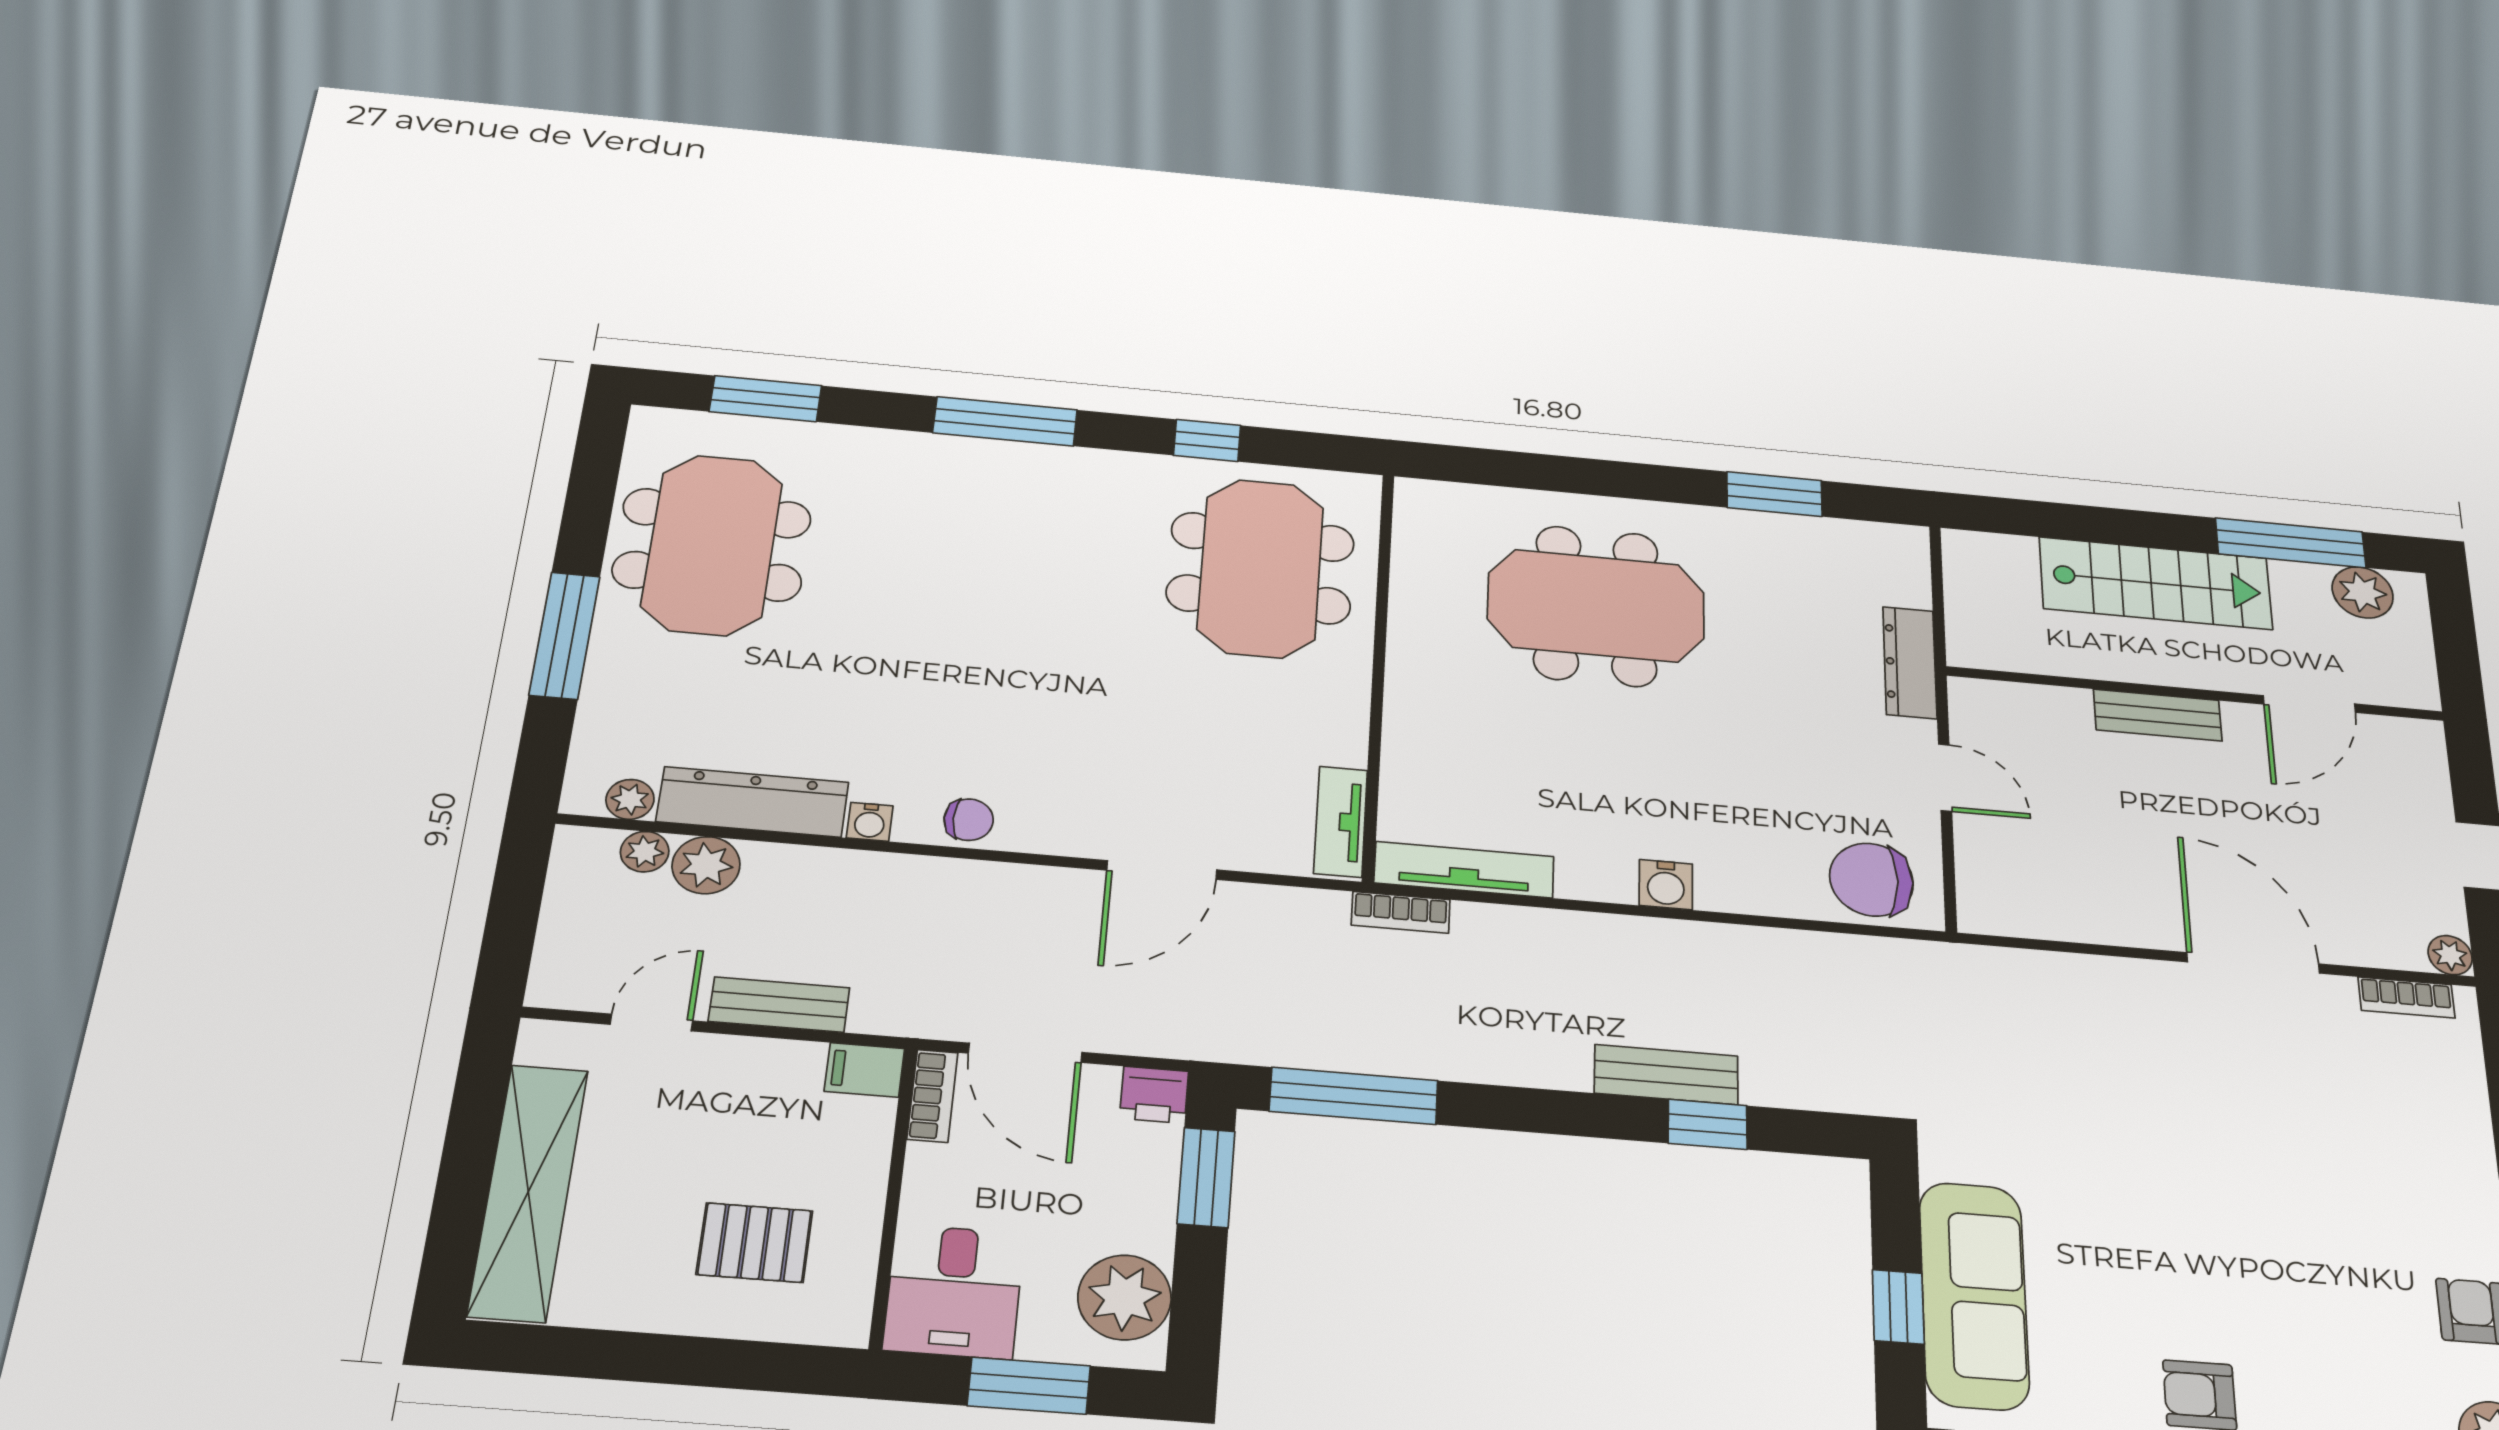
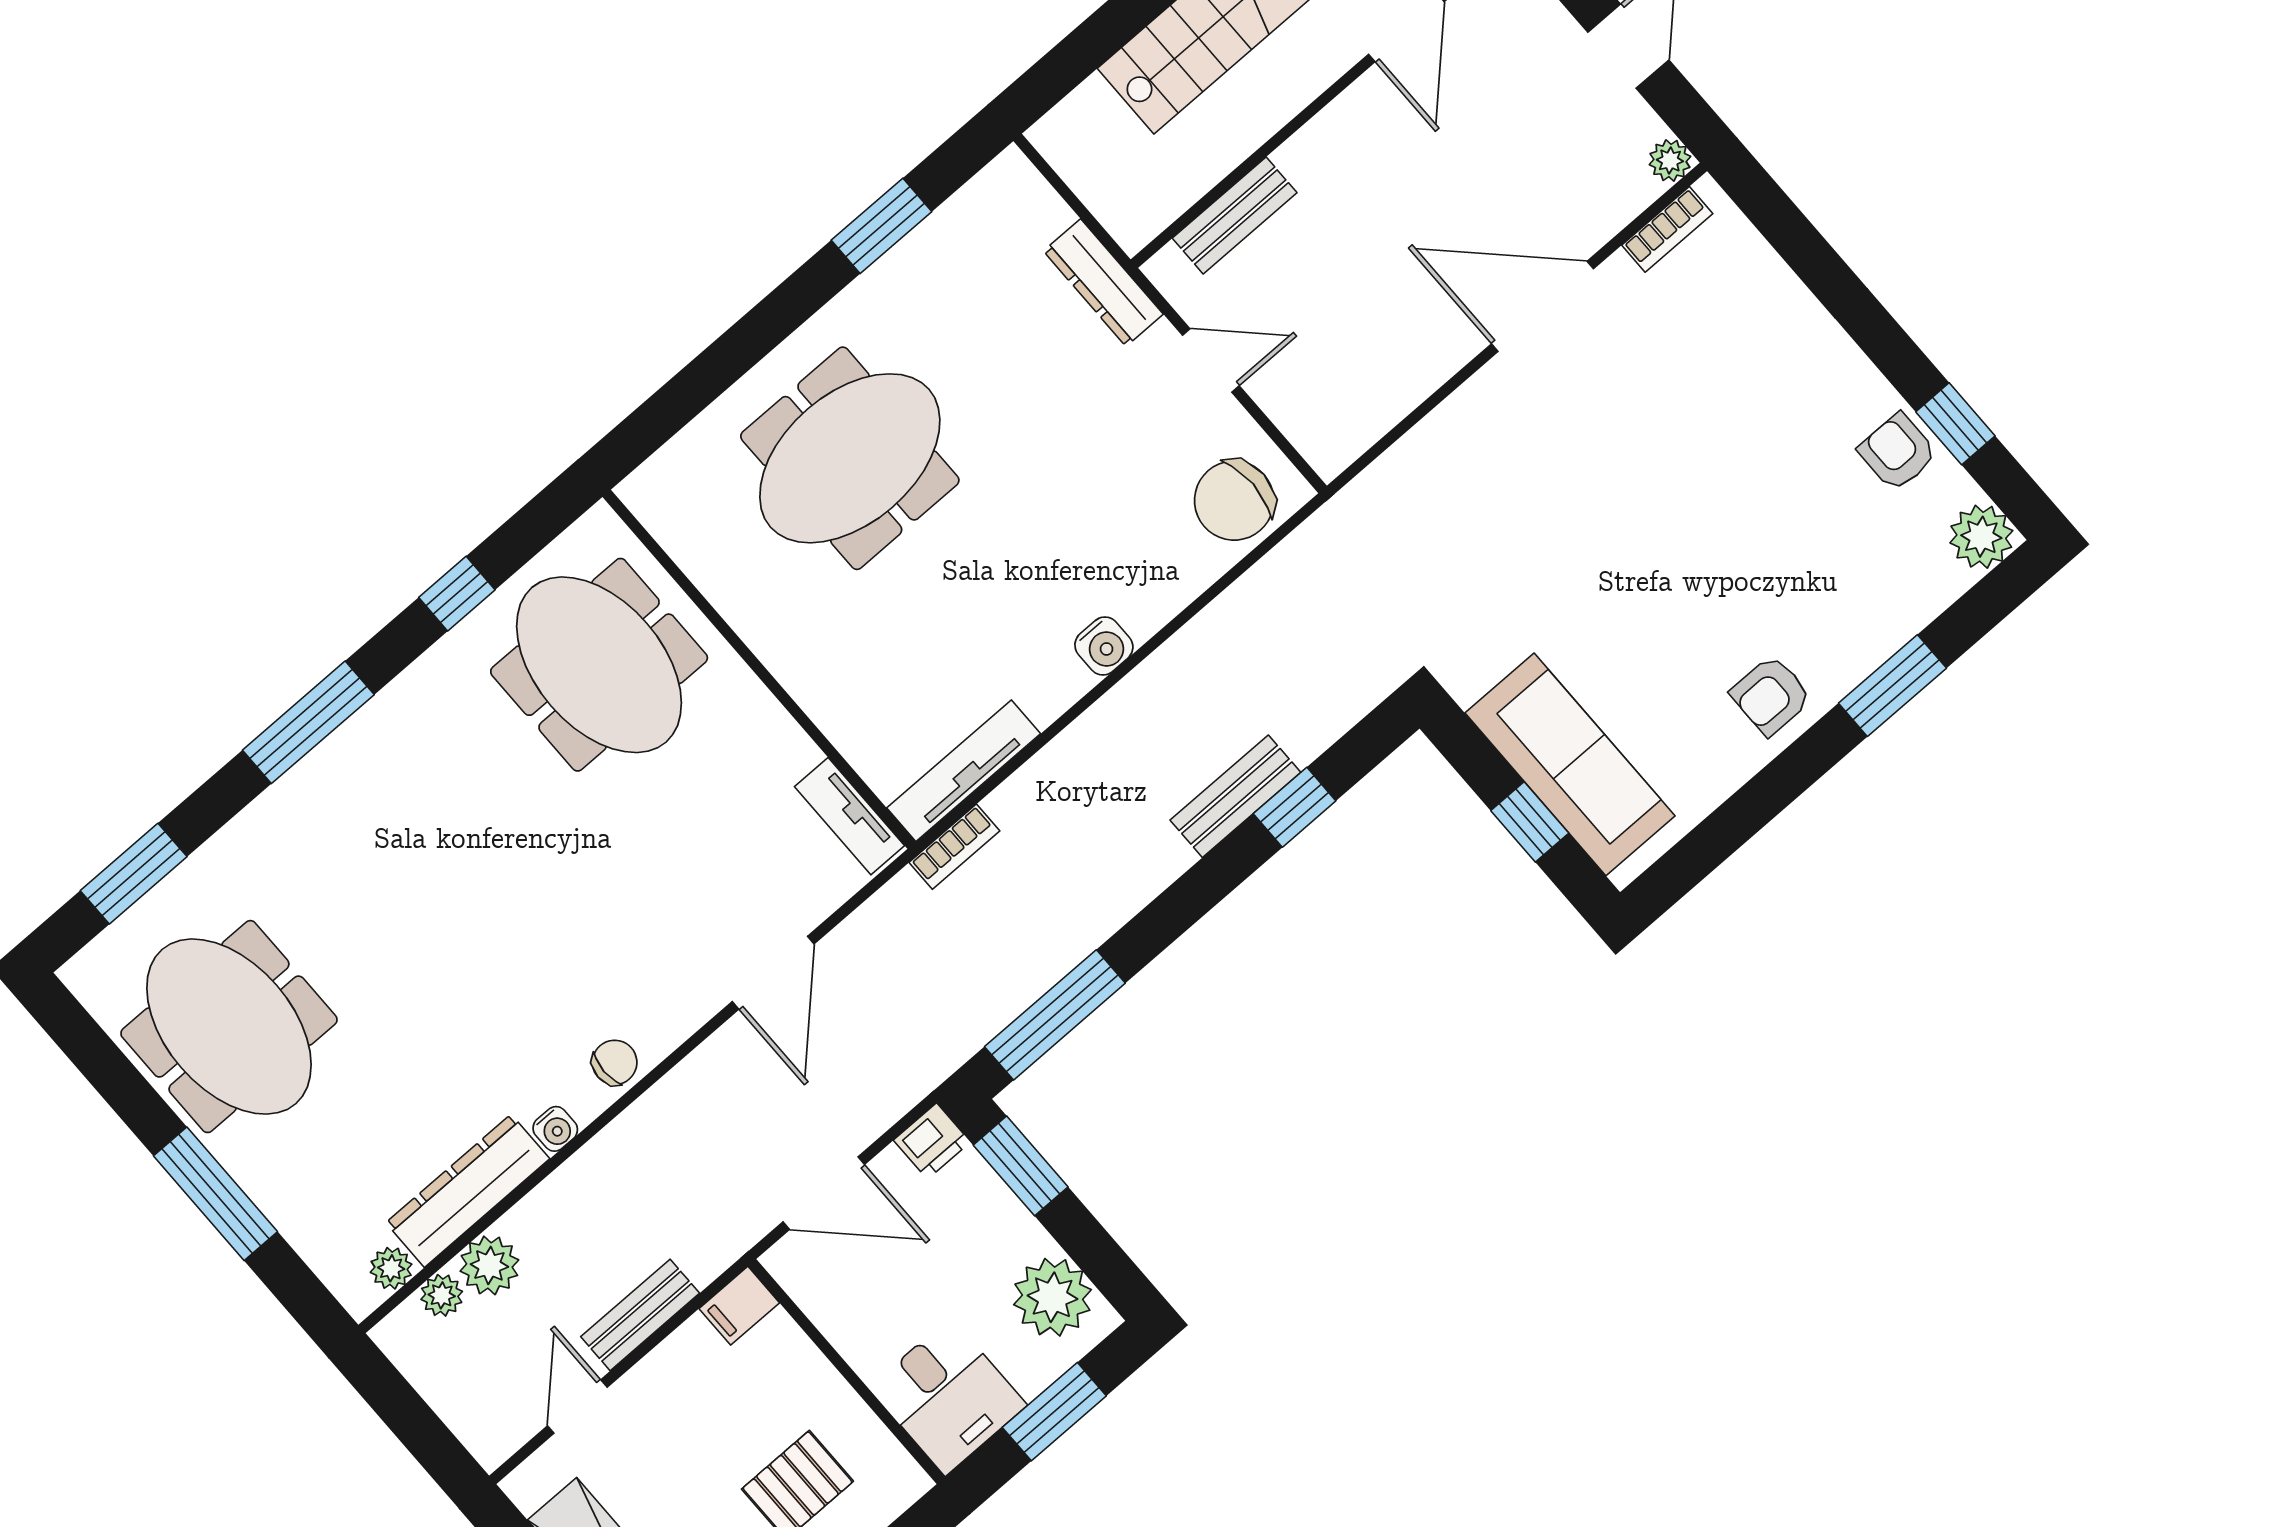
bench: (2158, 715) -> (1235, 215), moved
bookcase: (932, 1096) -> (799, 1281), removed

